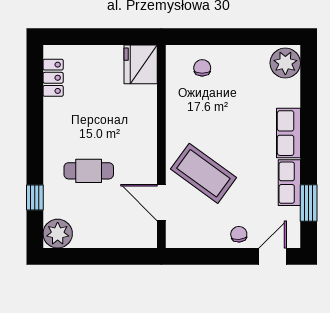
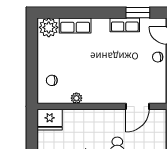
plant: (174, 107) -> (76, 98), added
row of seats: (288, 133) -> (75, 25), moved
coffee table: (203, 173) -> (119, 80), removed

